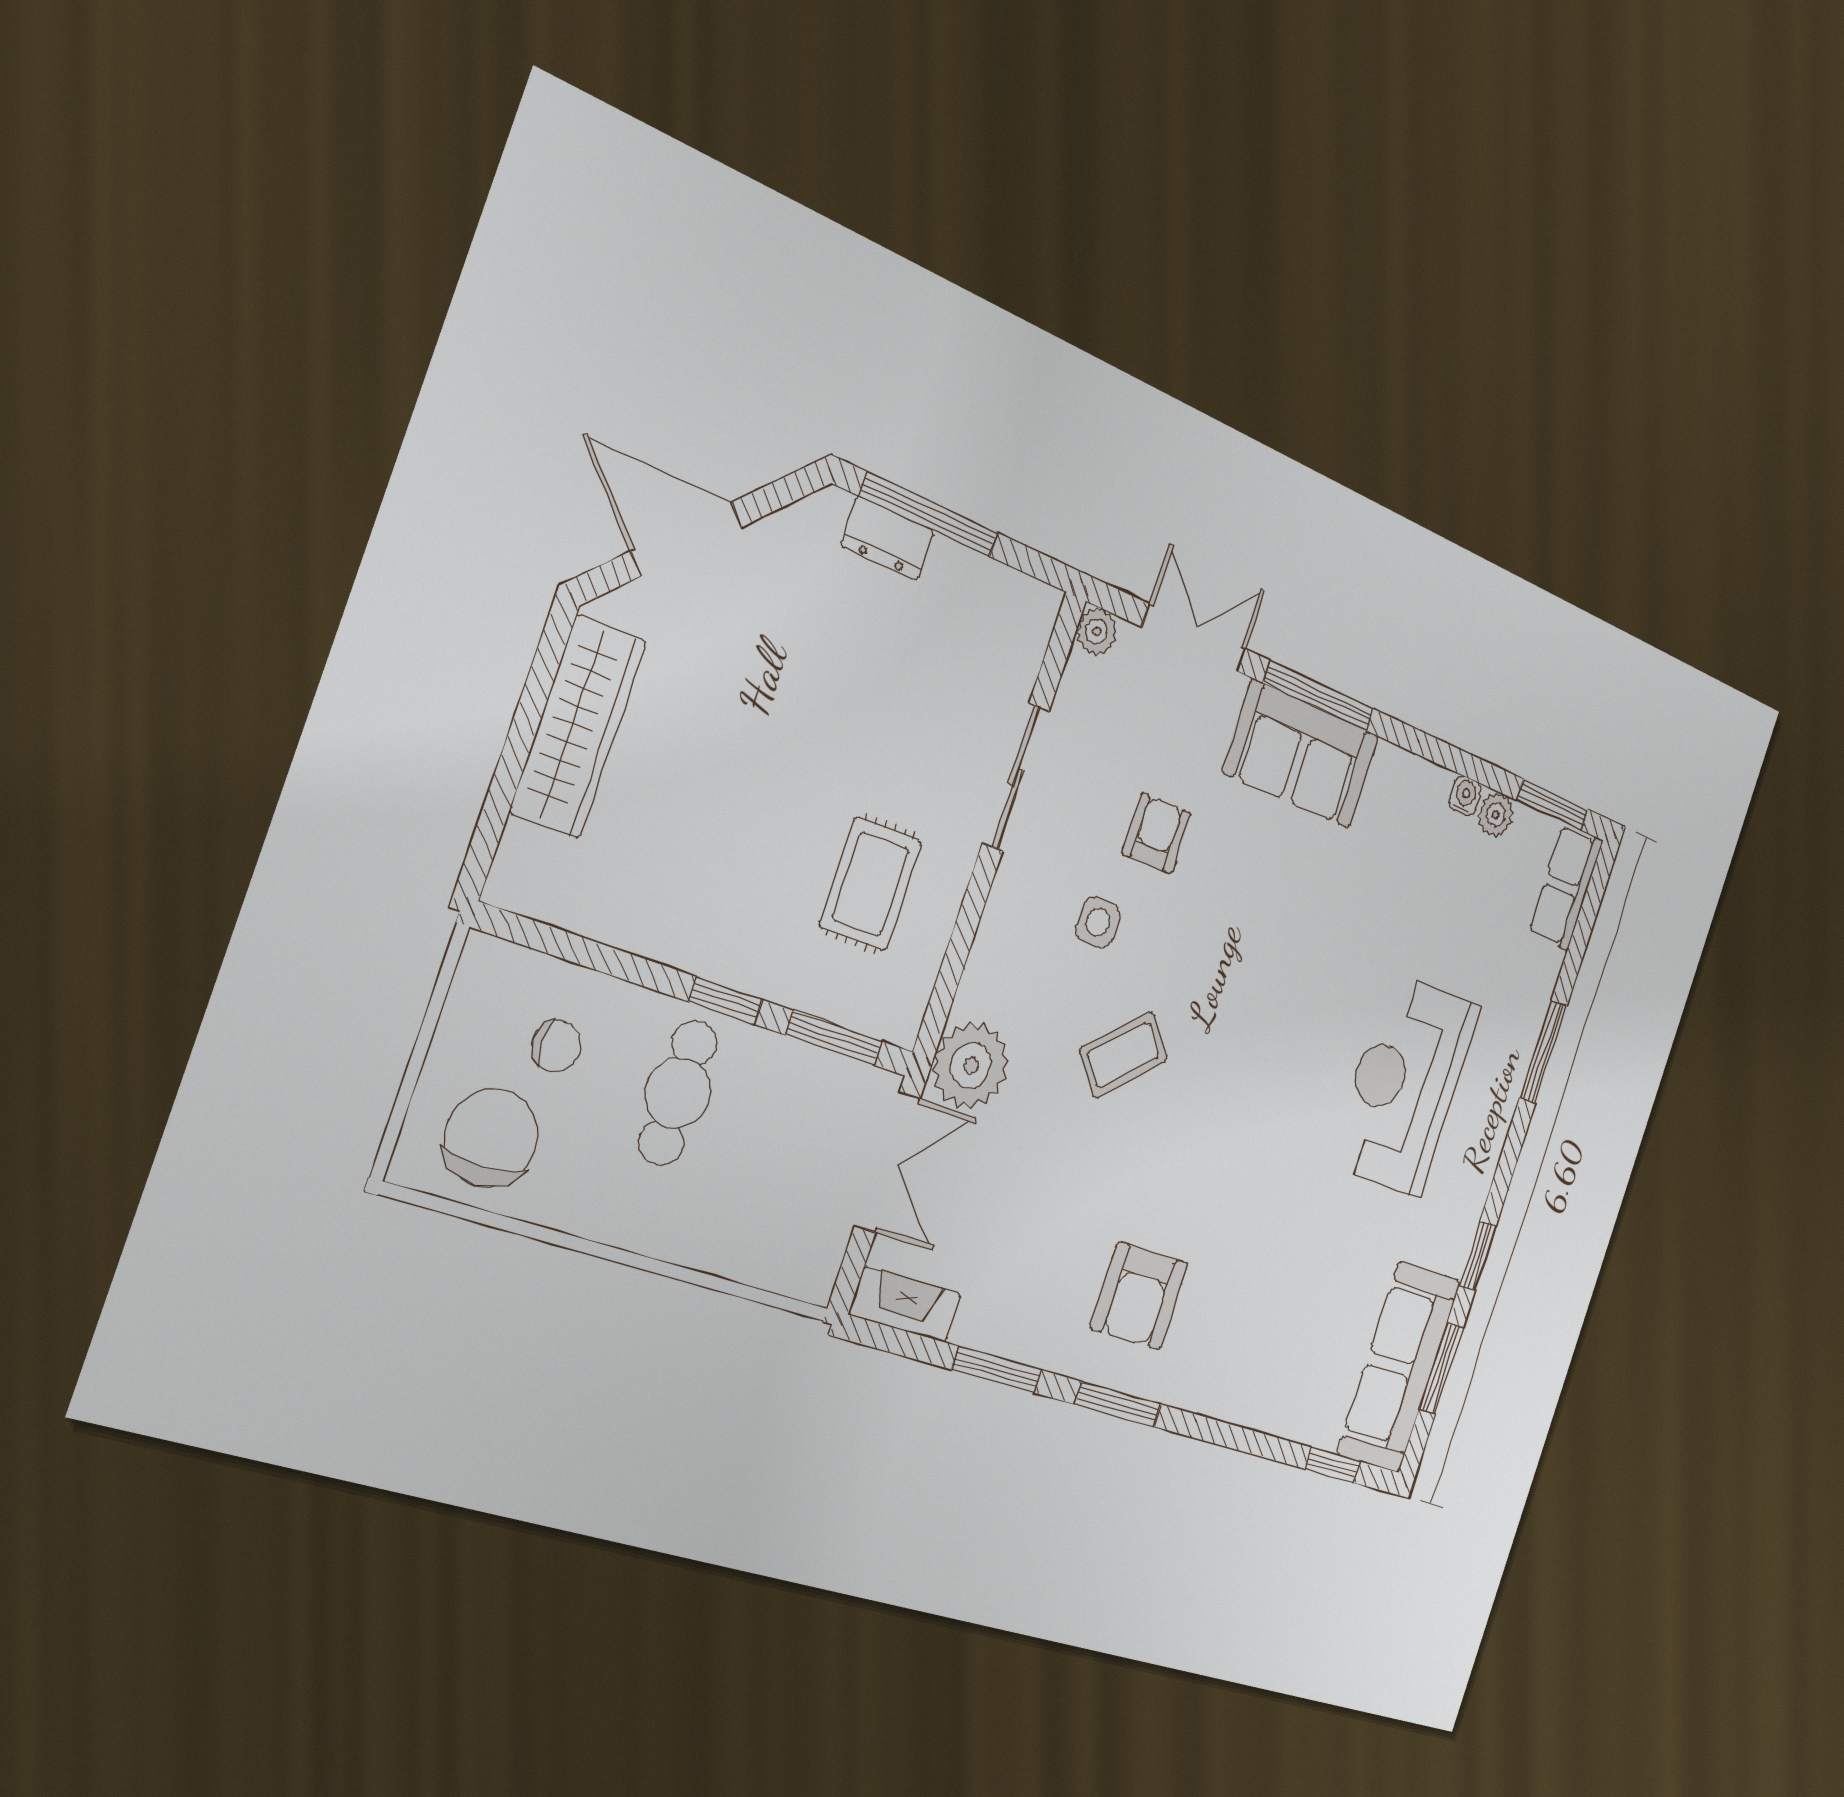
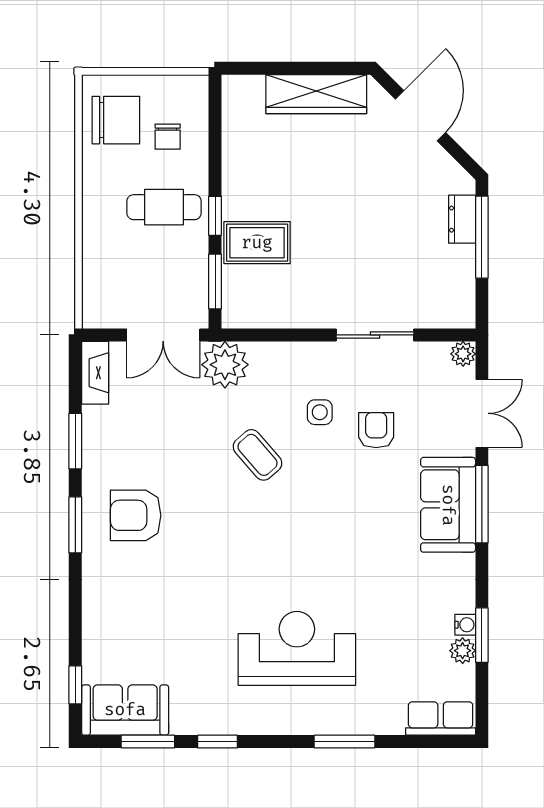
window: (1553, 805) -> (482, 635), moved
armchair: (1156, 833) -> (376, 430), turned -90
rug: (871, 884) -> (257, 243), moved
sofa: (1399, 1367) -> (125, 710), width x0.73

